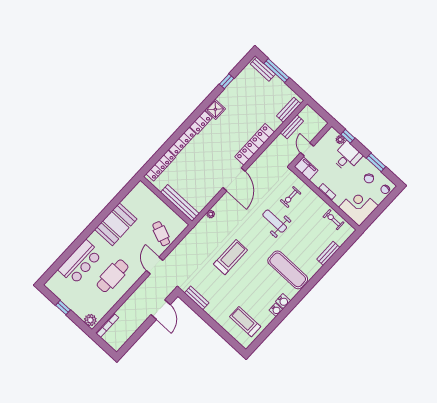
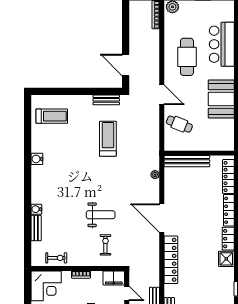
treadmill: (230, 257) -> (108, 139), moved, turned 180
exercise mat: (288, 270) -> (56, 186), removed
water cooler: (276, 310) -> (36, 209), moved

